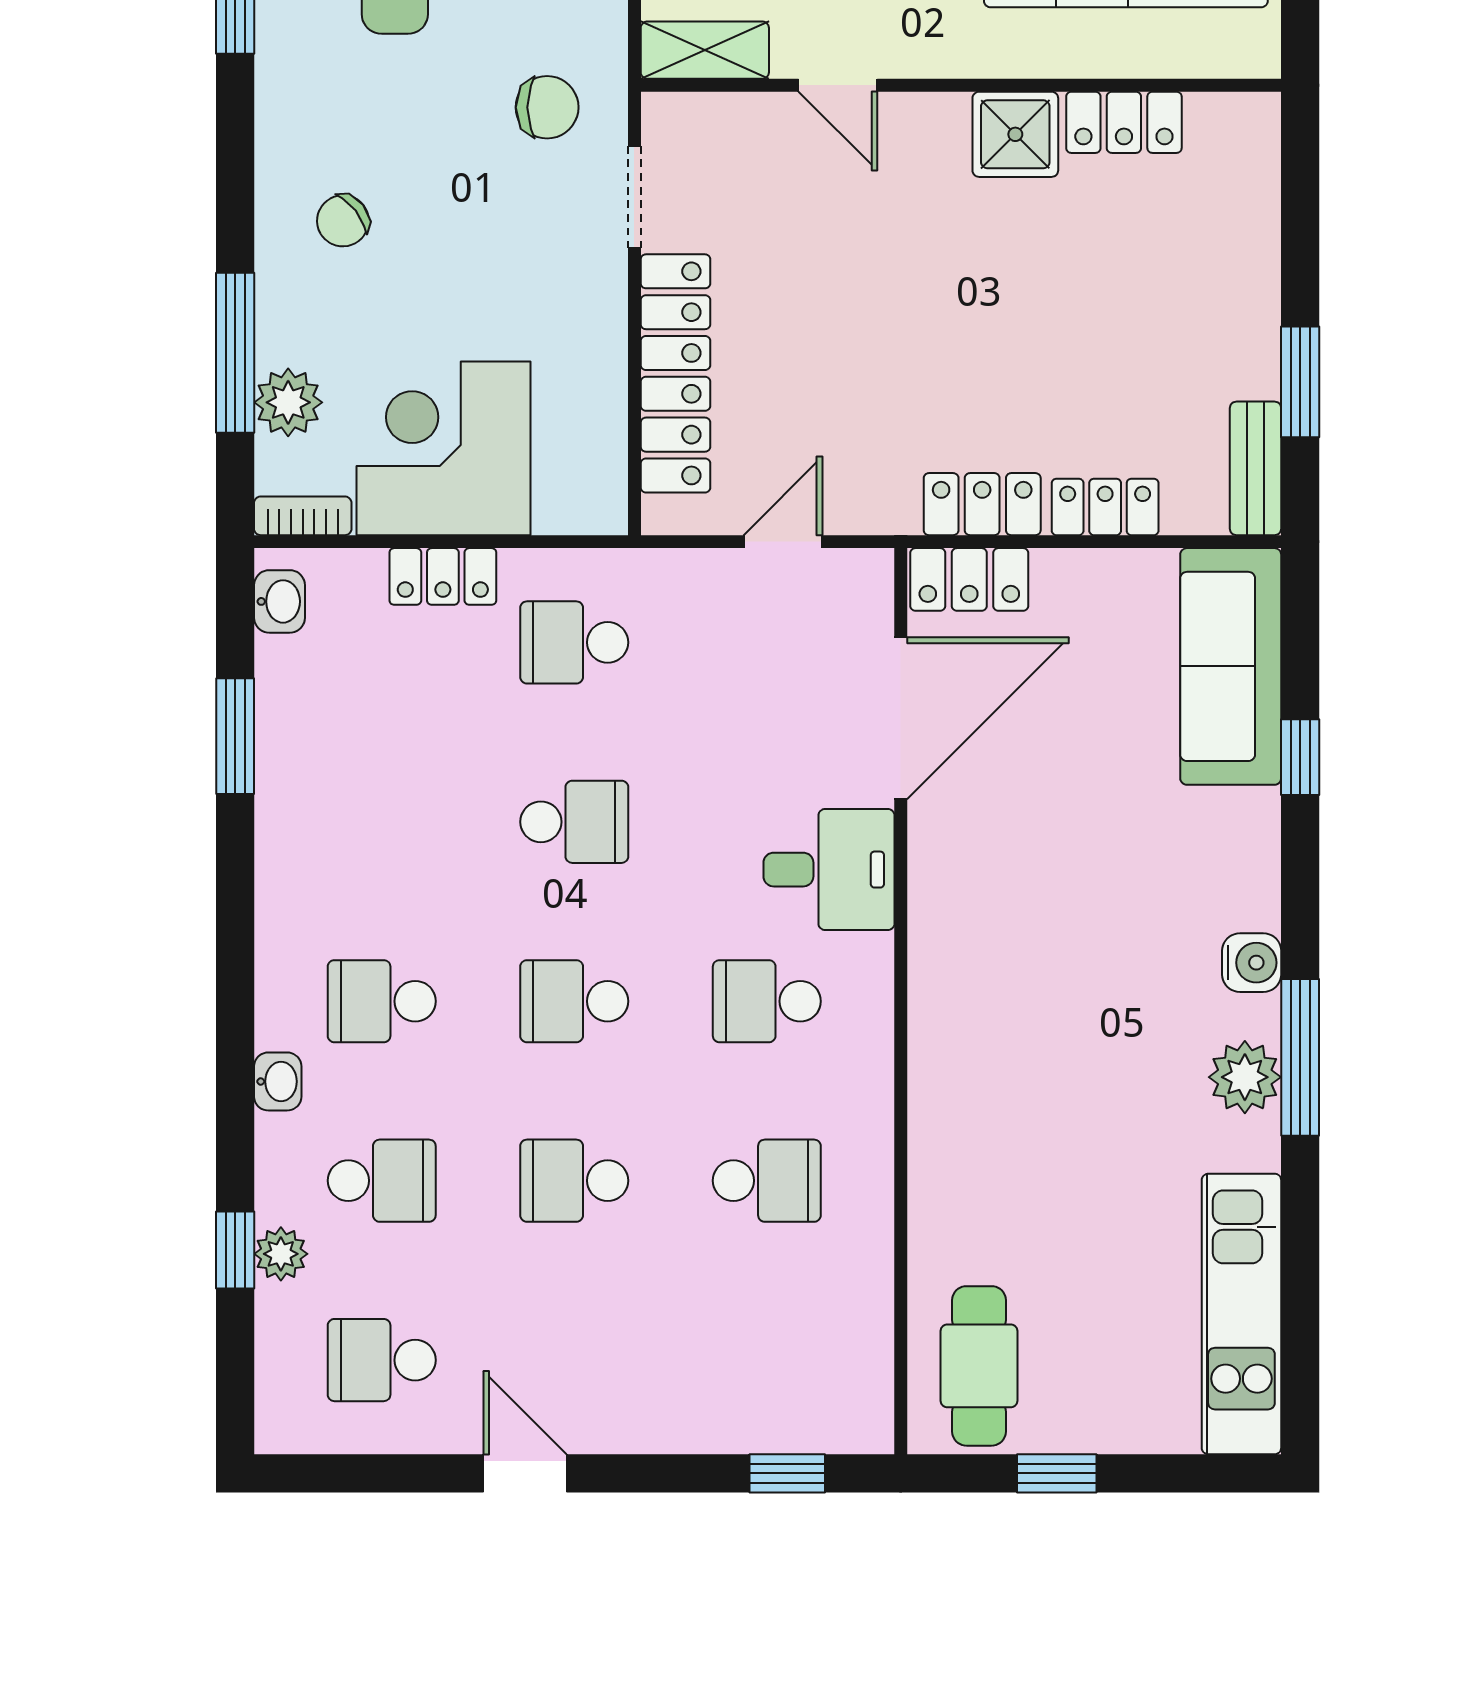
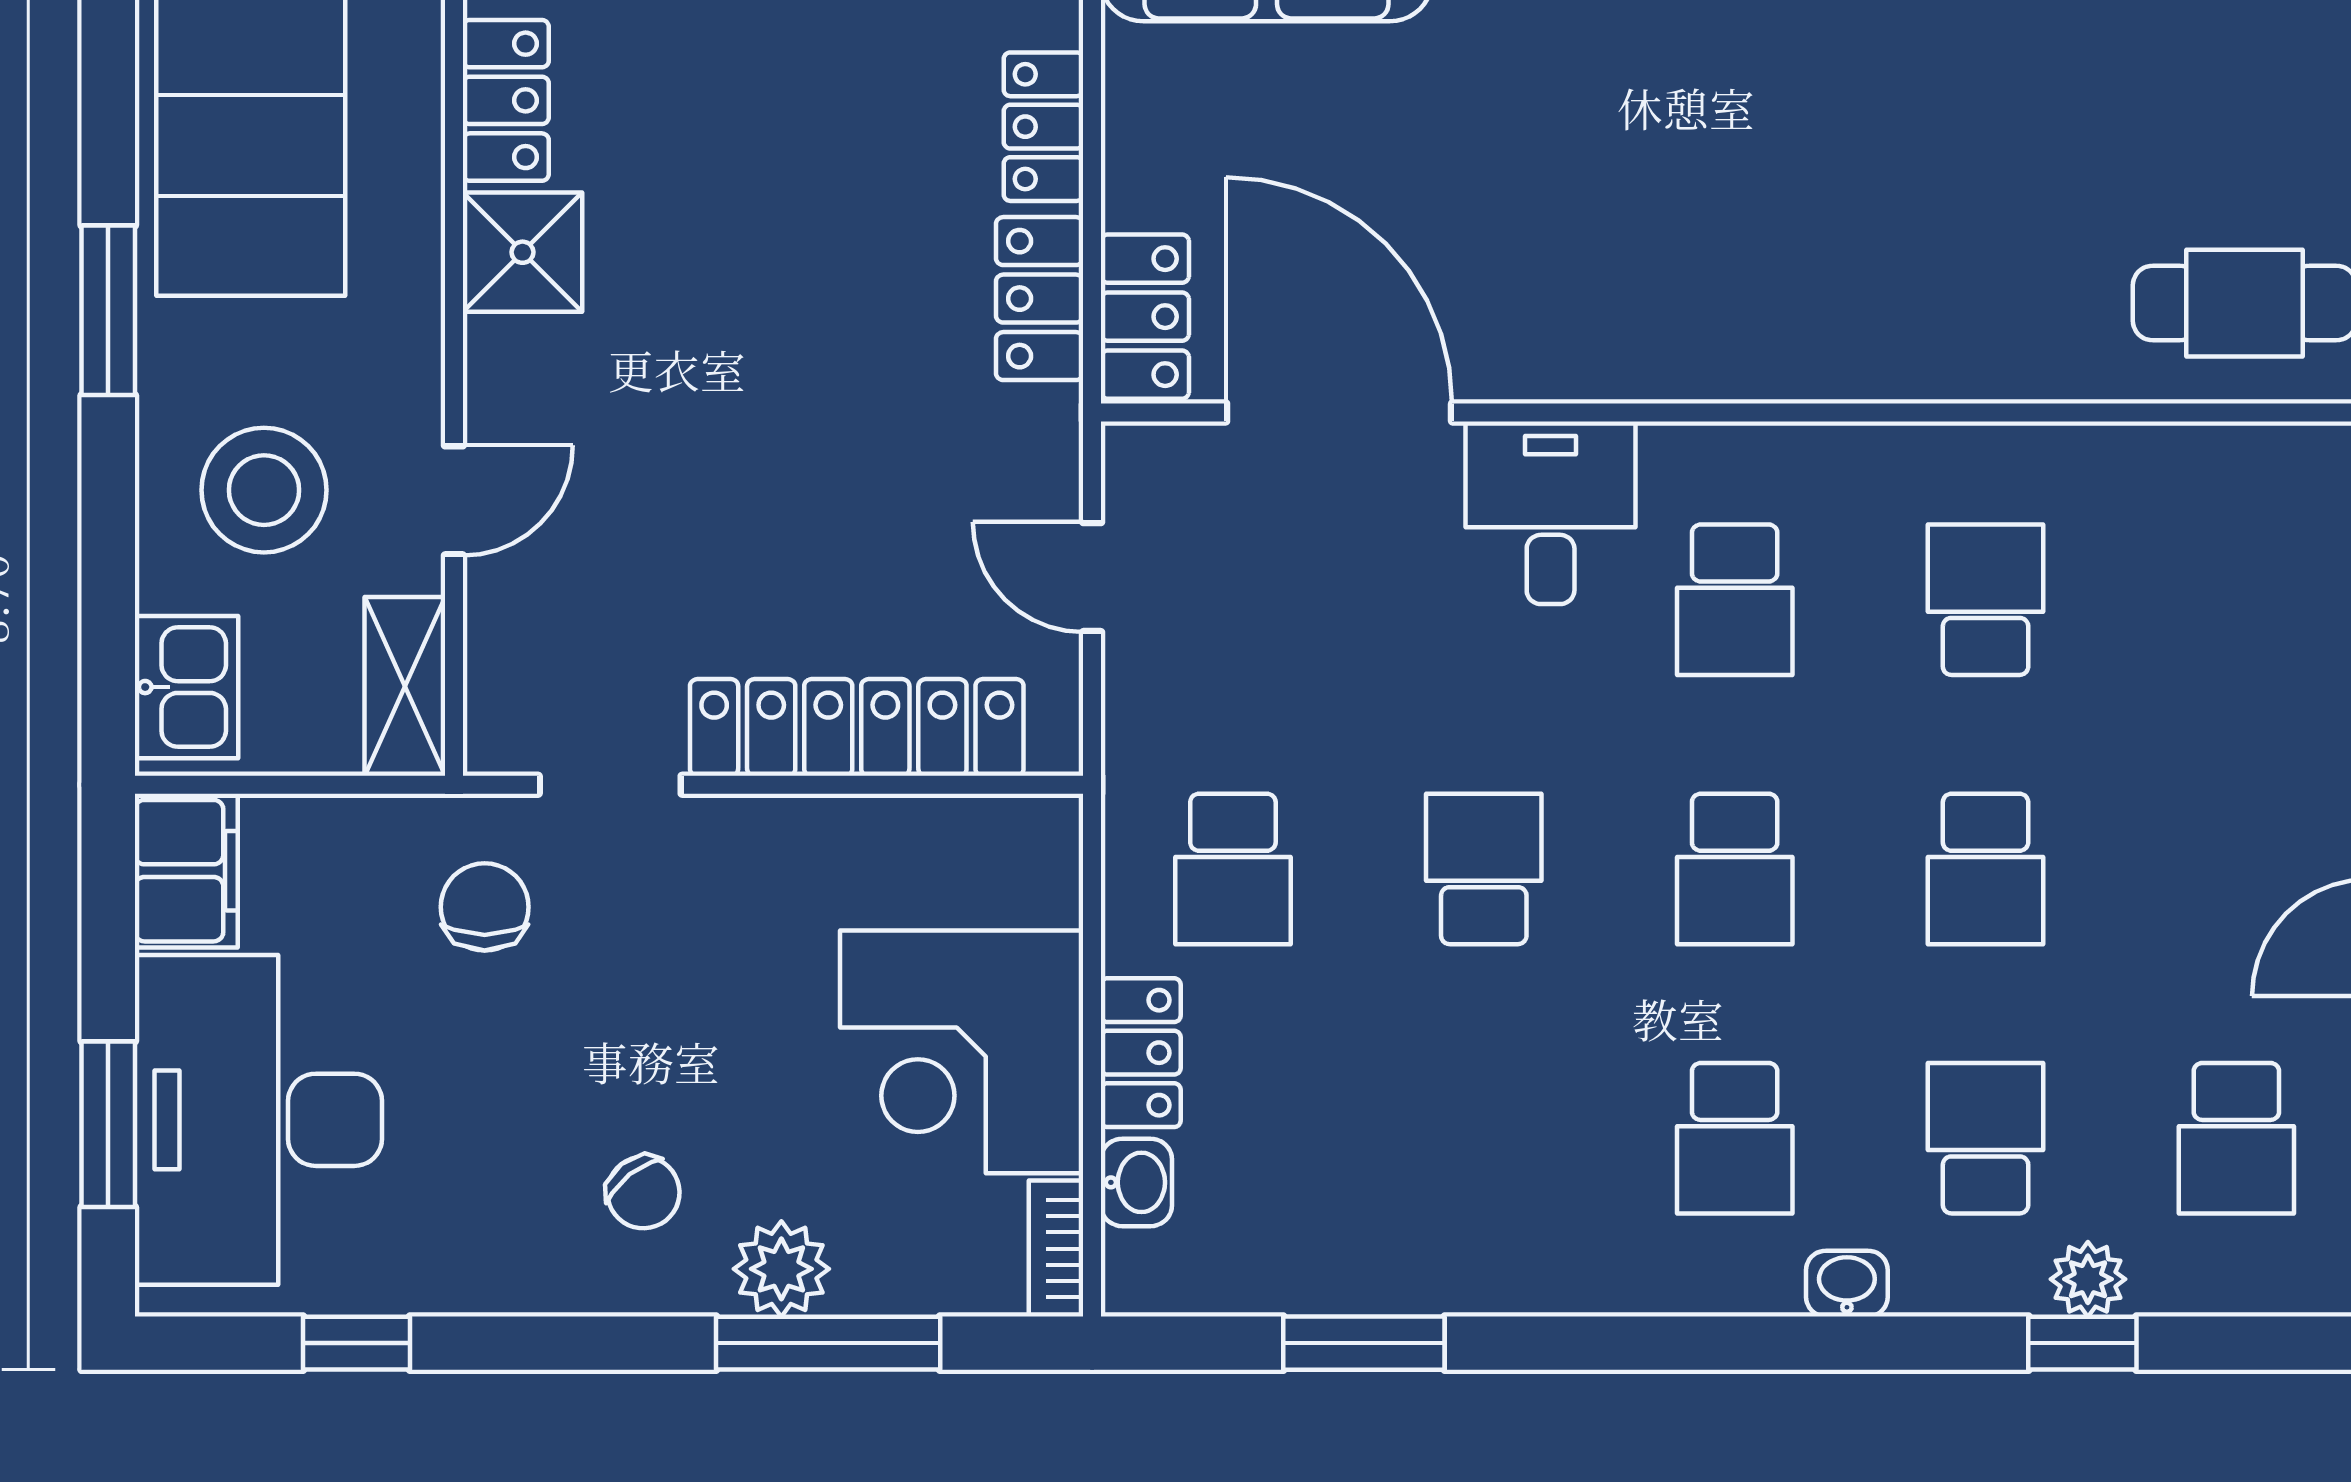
plant: (288, 402) -> (781, 1269), moved
washbasin: (280, 601) -> (1136, 1182), moved, turned 90

